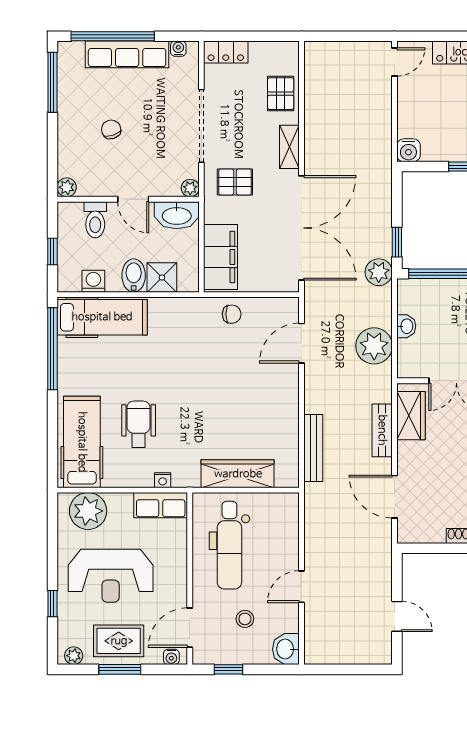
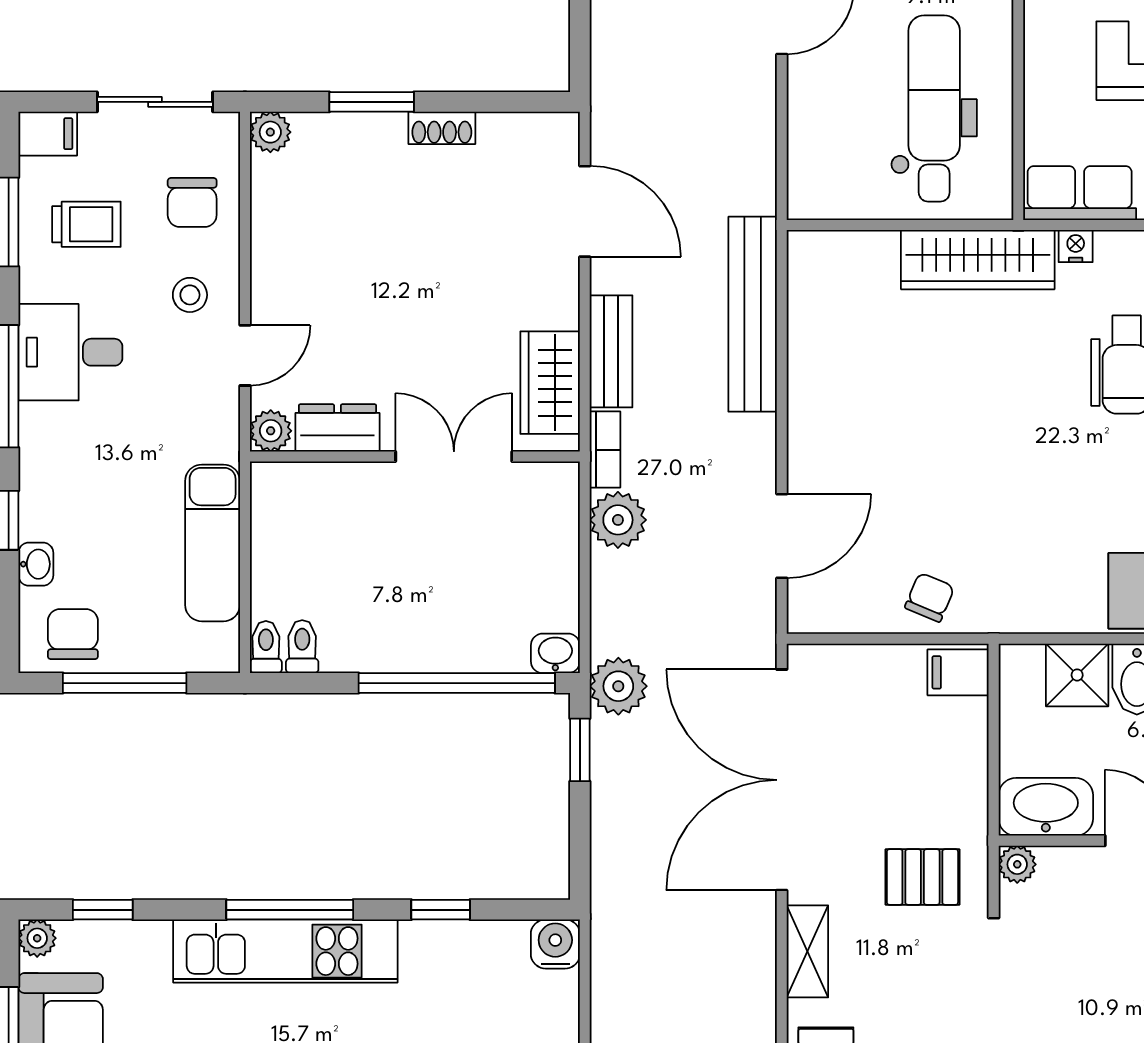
filing cabinet: (221, 257) -> (958, 672), width x0.33, depth x0.86
chair: (232, 314) -> (930, 597), turned 113
washbasin: (406, 326) -> (555, 653), moved, turned 90
plant: (374, 346) -> (618, 520), width x0.73, depth x0.73
bookcase: (385, 384) -> (605, 450), added
bench: (313, 448) -> (753, 314), width x1.37, depth x1.21
wardrobe: (238, 474) -> (978, 260), moved

